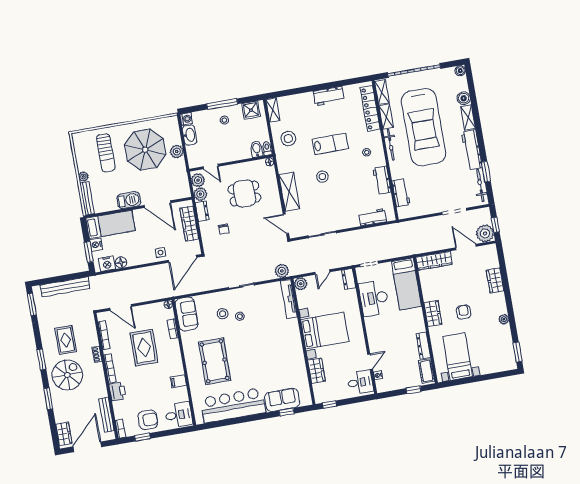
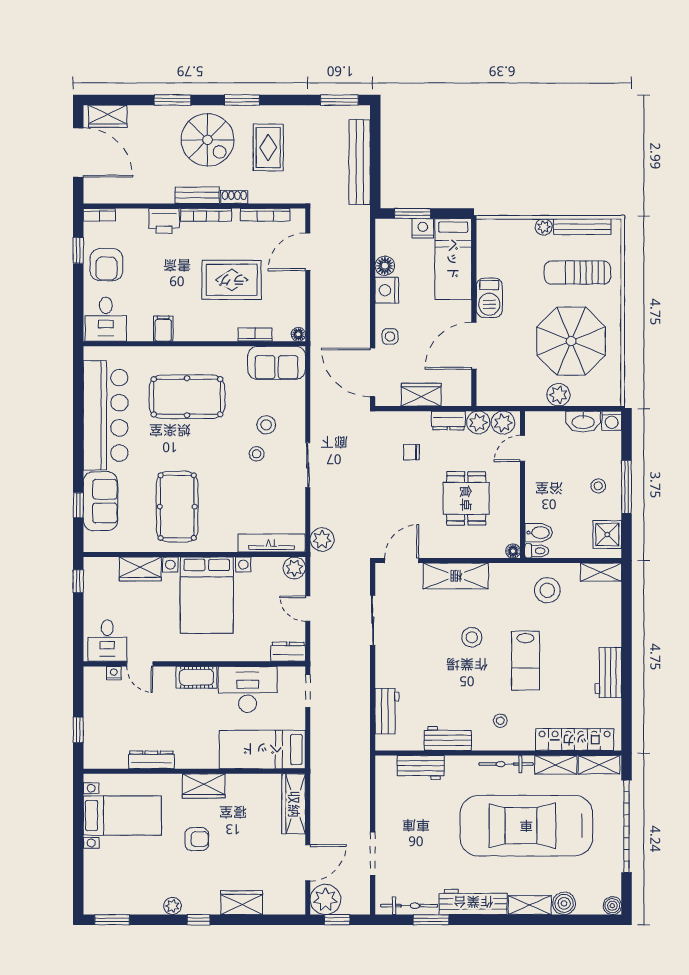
bench: (87, 198) -> (582, 227), moved
wardrobe: (189, 224) -> (421, 395), width x0.67
nightstand: (107, 264) -> (387, 290), moved
window: (509, 303) -> (199, 920), added
rug: (66, 340) -> (268, 147), turned 90
pool table: (278, 356) -> (177, 507), added
cot: (427, 371) -> (196, 677), moved
bench: (106, 415) -> (197, 195), moved, width x0.73

